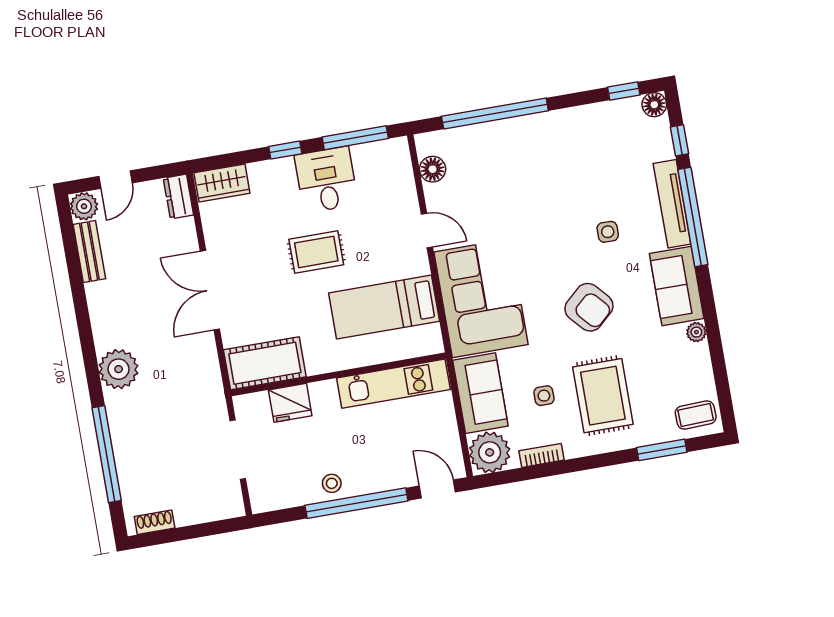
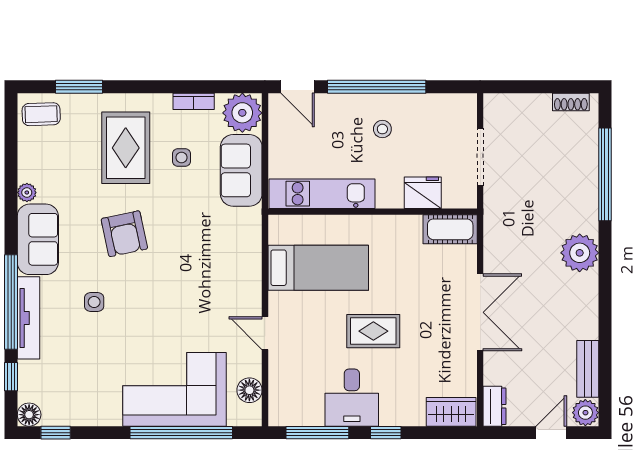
corner sofa: (481, 298) -> (174, 389), moved, turned 90
armchair: (589, 307) -> (124, 234), turned -150
cot: (265, 363) -> (450, 229), width x0.73, depth x0.75
stool: (332, 483) -> (382, 129), moved

